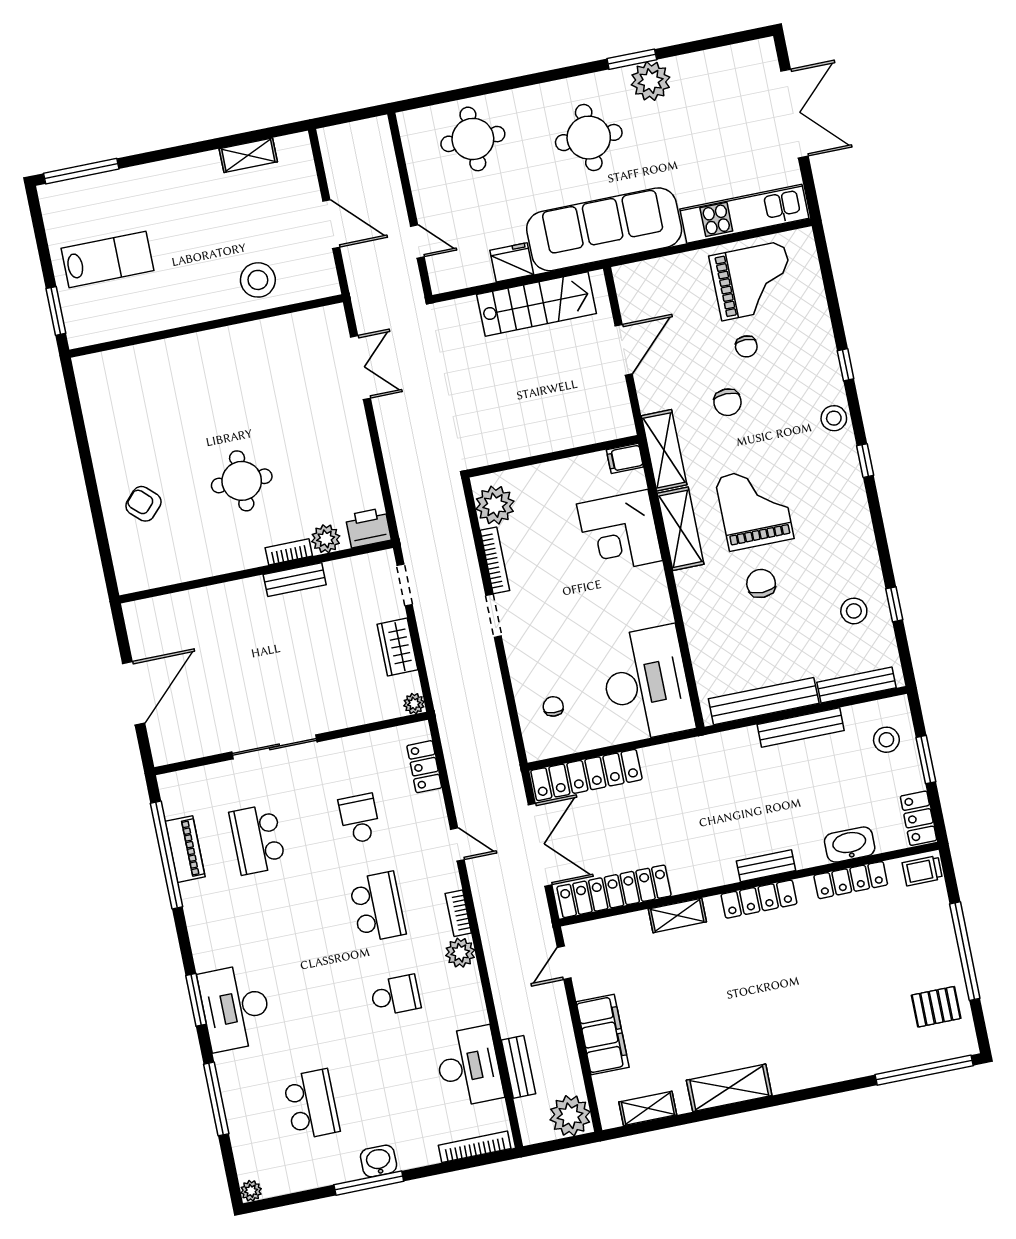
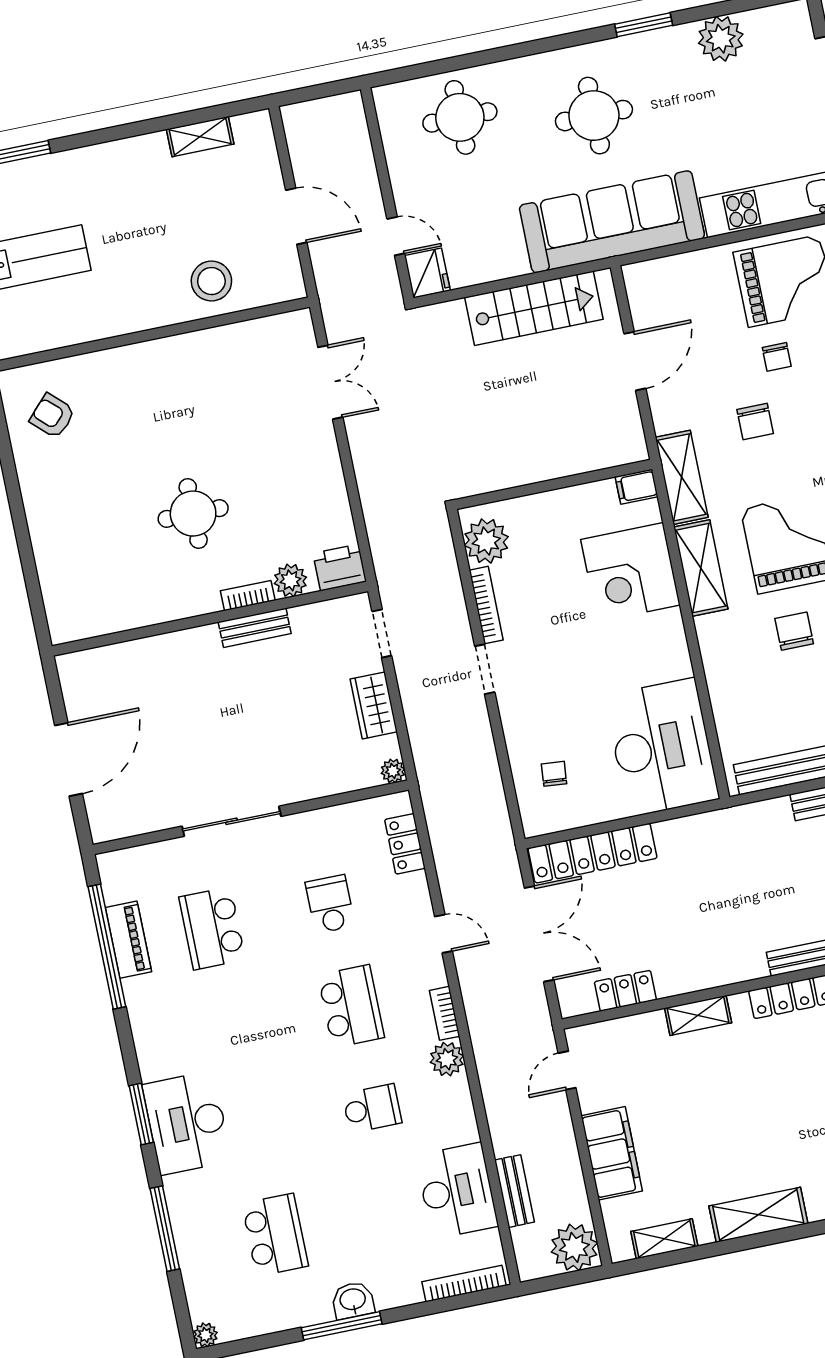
plant: (651, 81) -> (721, 39), moved
fridge: (512, 262) -> (427, 273), moved, turned 90
armchair: (143, 504) -> (52, 416), moved
locker: (614, 891) -> (625, 991), width x0.46, depth x0.83

